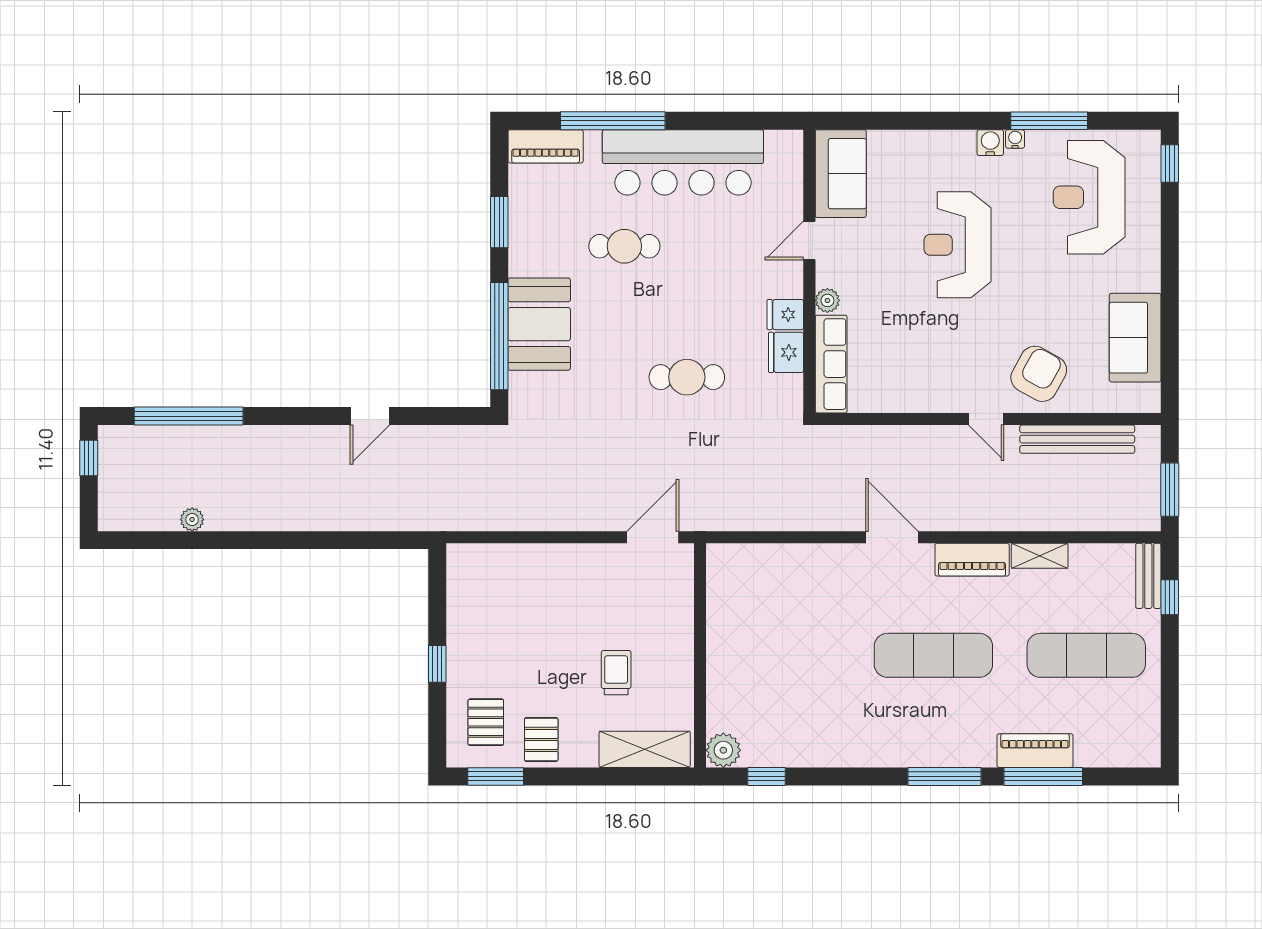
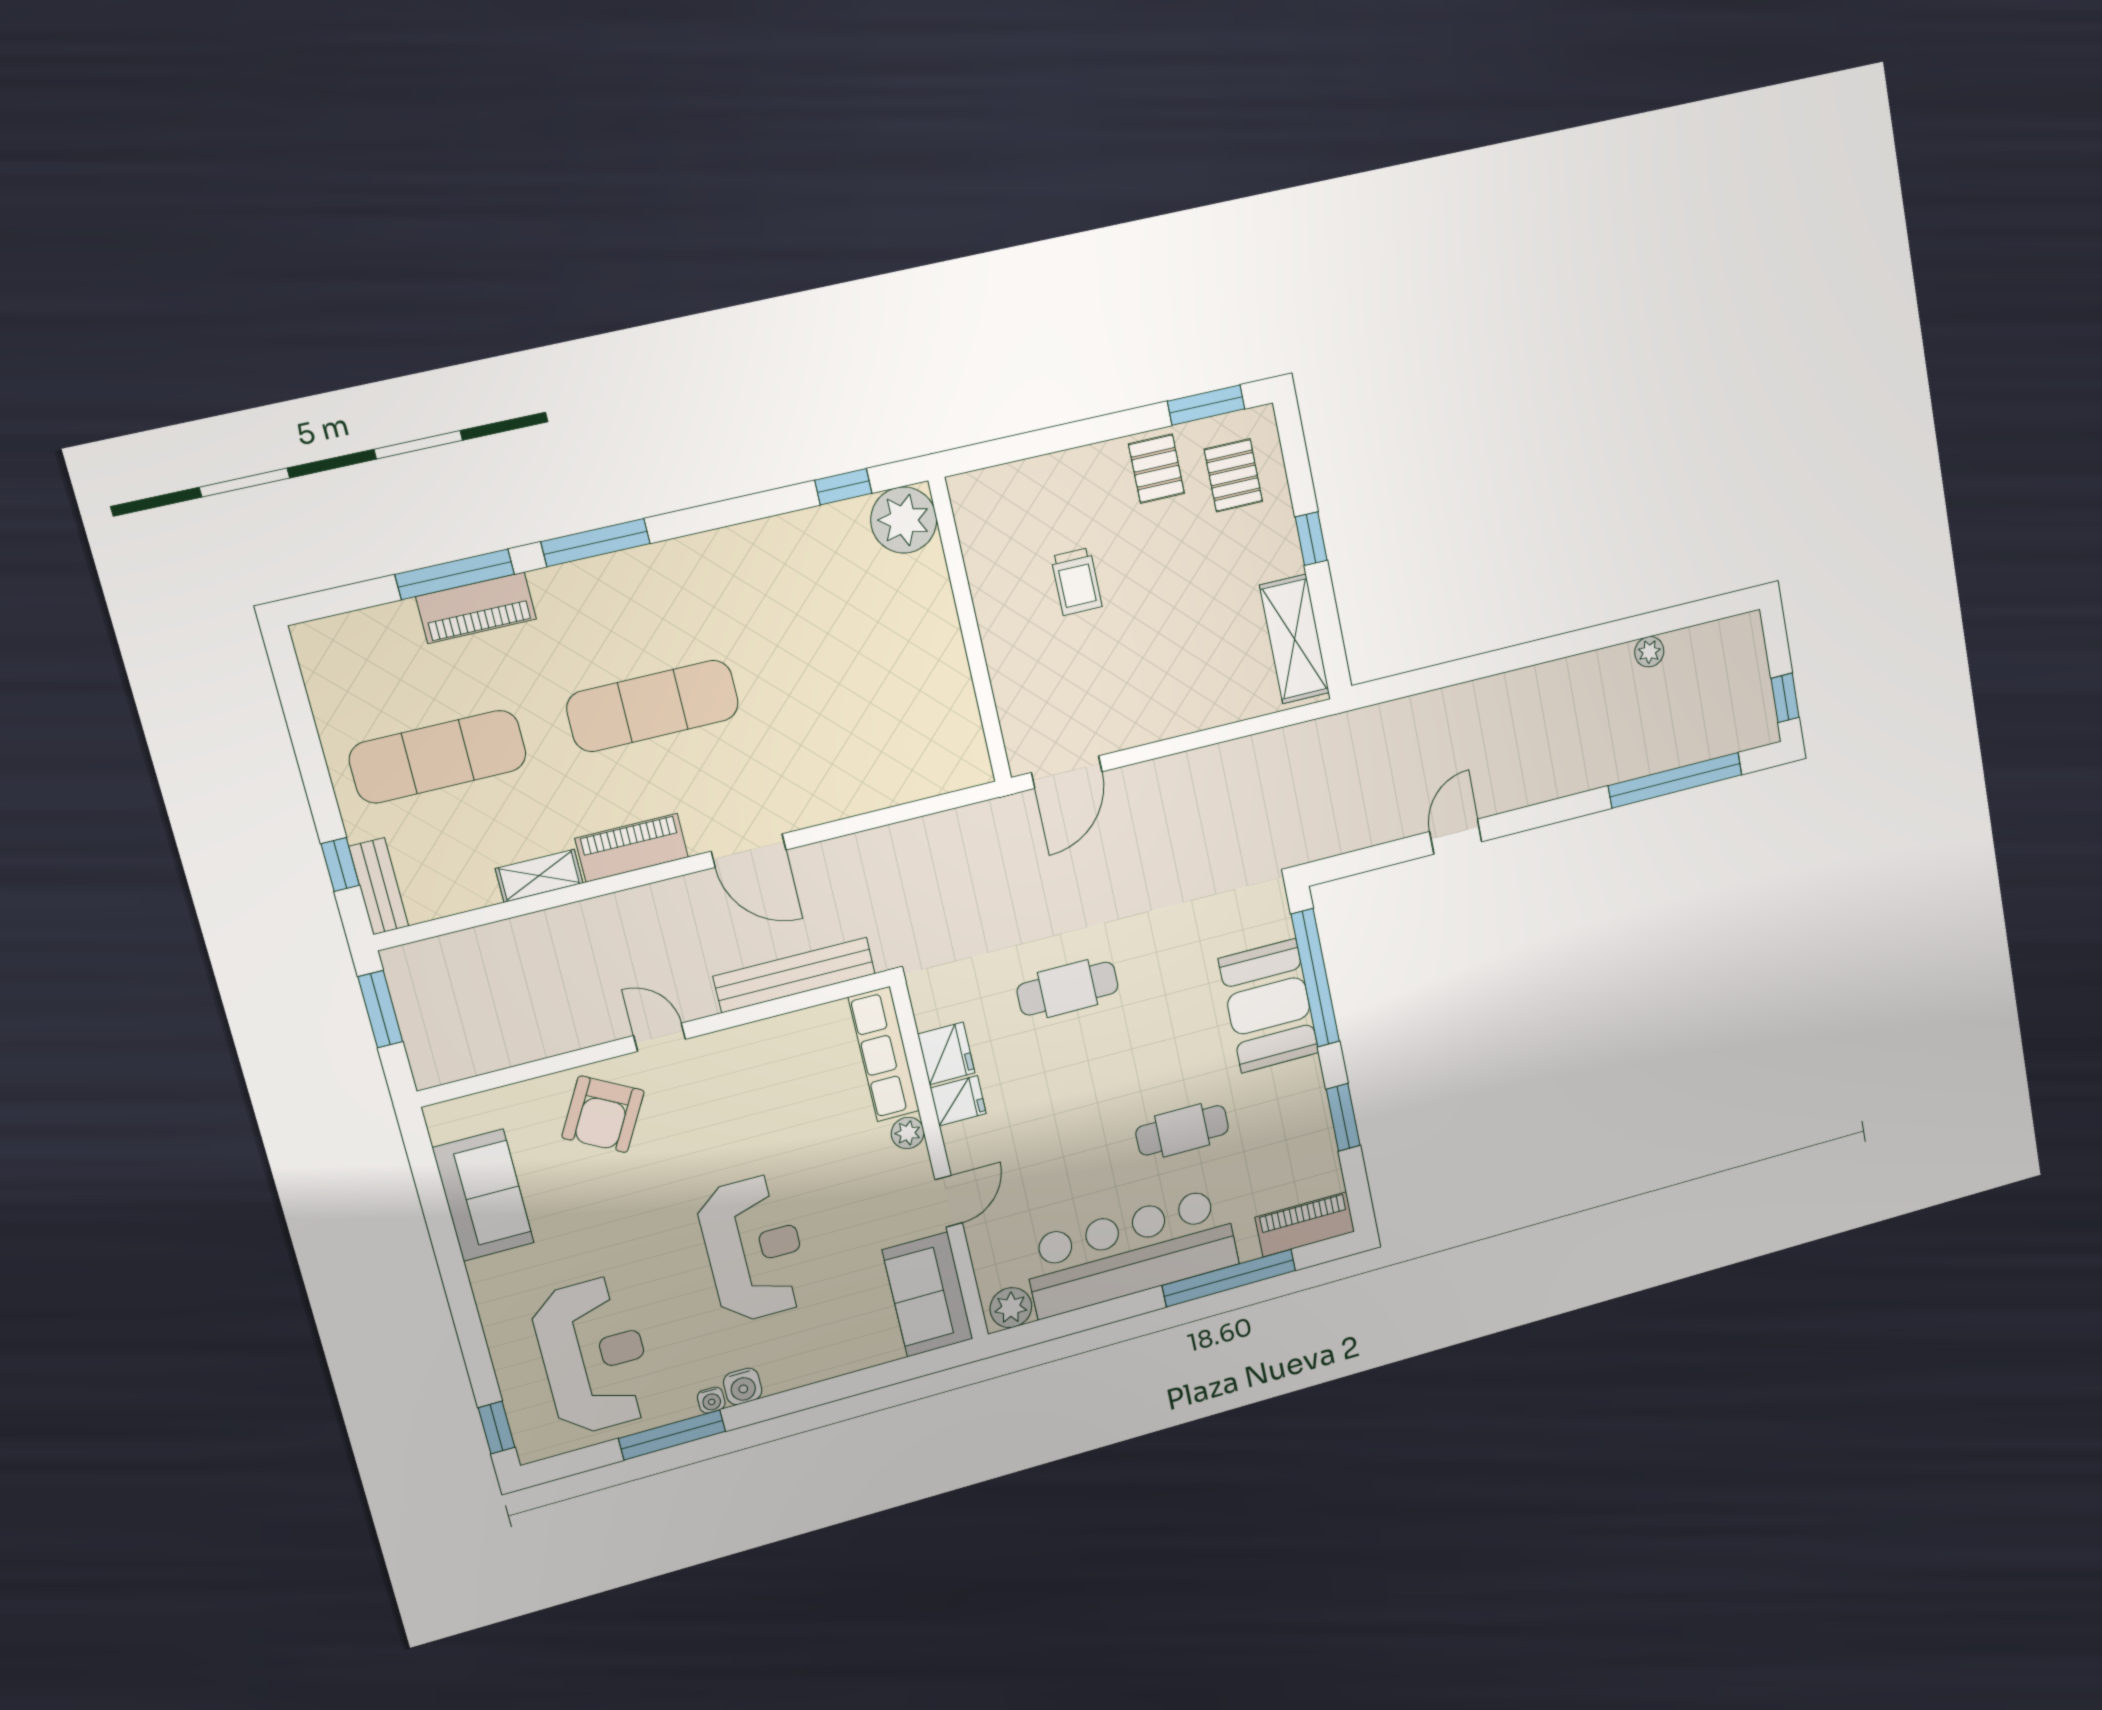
plant: (782, 146) -> (1011, 1308), added
bench: (1077, 439) -> (794, 975), moved
shelving: (645, 749) -> (1295, 639), moved, turned 90
plant: (723, 750) -> (904, 520), width x1.36, depth x1.36

